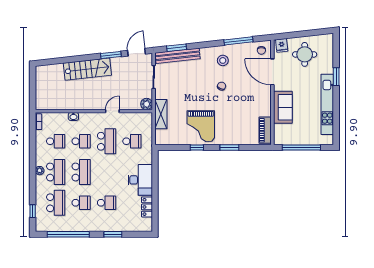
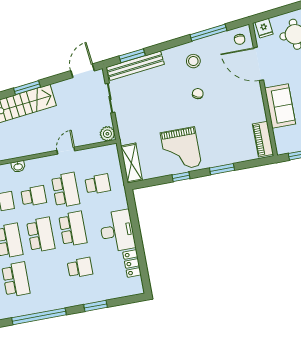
window: (111, 55) -> (27, 88), moved
shelving: (161, 114) -> (131, 163), moved
school desk: (81, 203) -> (73, 229), moved, width x1.85

